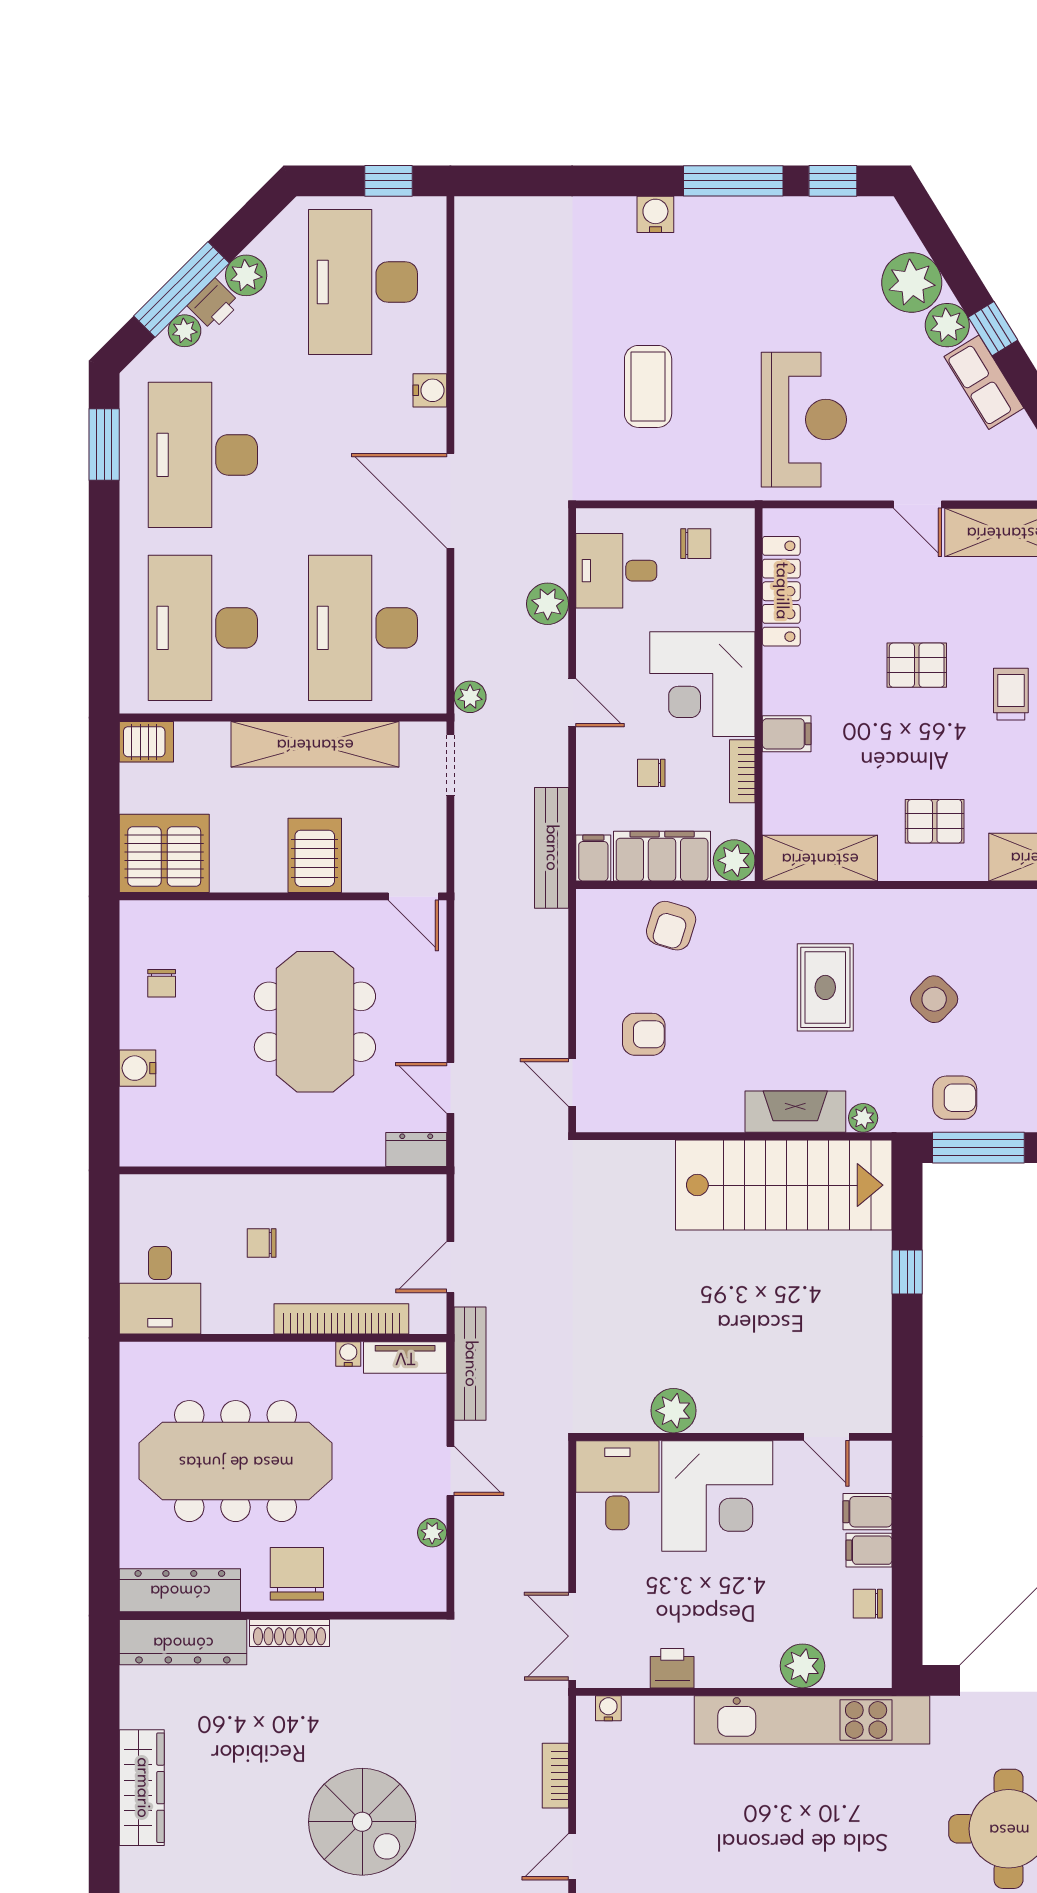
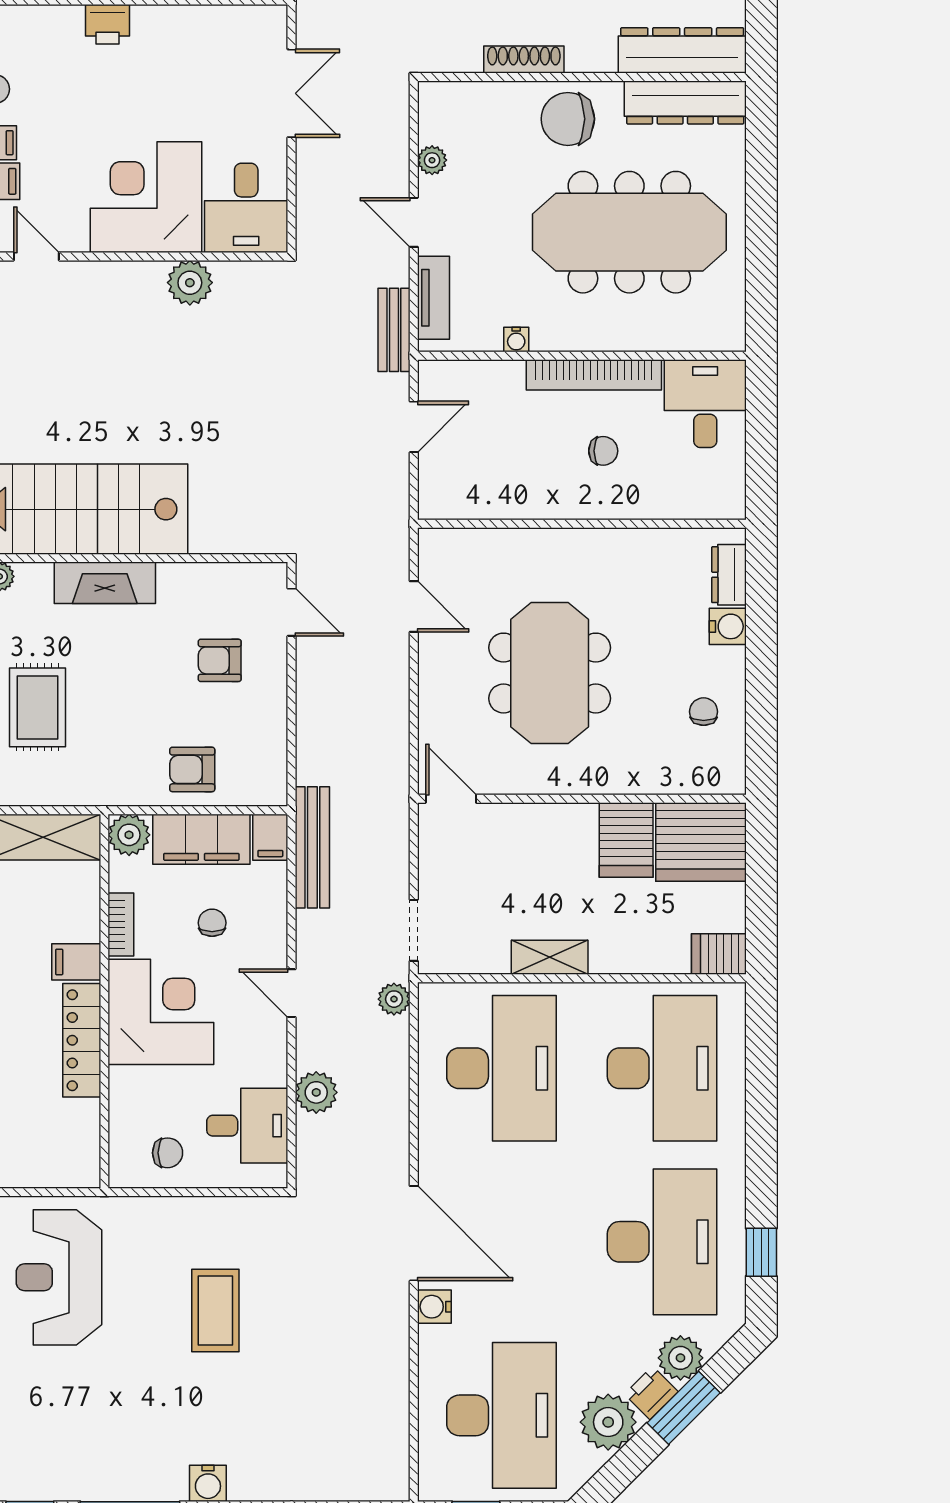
plant: (246, 275) -> (608, 1422), width x1.36, depth x1.36
window: (181, 289) -> (684, 1408), width x0.69
plant: (185, 331) -> (680, 1358), width x1.38, depth x1.38
window: (104, 445) -> (761, 1252), width x0.67
door: (450, 501) -> (414, 1233), moved
chair: (696, 544) -> (168, 1153), turned 180
locker: (781, 591) -> (82, 1040), moved
shelving: (315, 744) -> (550, 957), width x0.45, depth x0.75
chair: (651, 773) -> (212, 923), turned -90
server rack: (315, 855) -> (626, 840), moved
armchair: (671, 926) -> (192, 769), turned -107
fireplace: (795, 1112) -> (105, 583), moved
dresser: (416, 1150) -> (729, 575), moved, turned 90
bookcase: (341, 1319) -> (594, 375), moved
tv unit: (405, 1357) -> (433, 298), moved, turned 90
bench: (470, 1364) -> (394, 330), width x0.73
chair: (297, 1574) -> (568, 119), turned 90
shoe rack: (289, 1633) -> (524, 60), moved
double door: (572, 1636) -> (292, 93), moved
plant: (802, 1666) -> (60, 27), removed
printer: (672, 1668) -> (107, 24), moved

